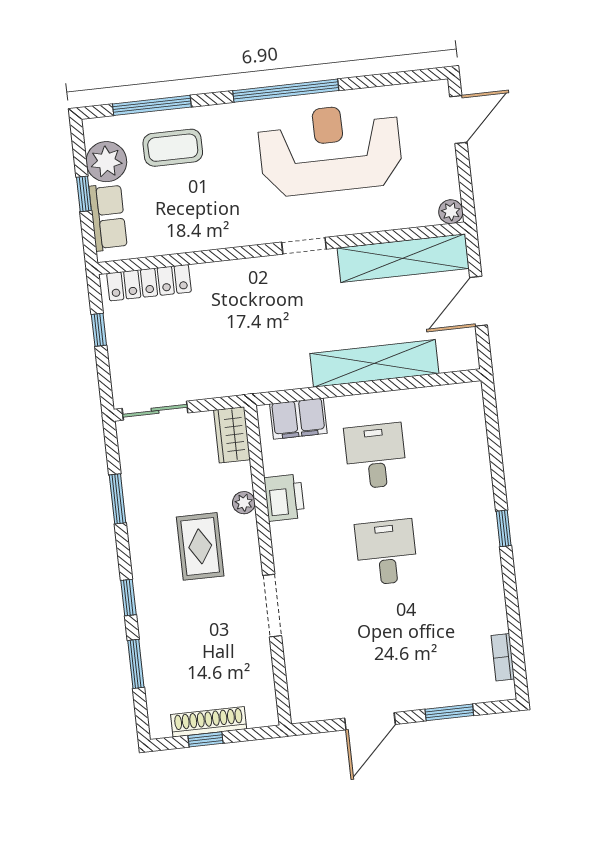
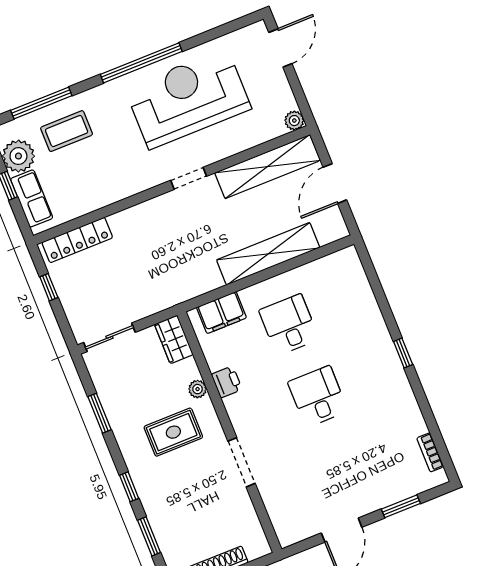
printer: (284, 498) -> (227, 382), width x0.73, depth x0.81
rug: (200, 546) -> (173, 432), turned 90

